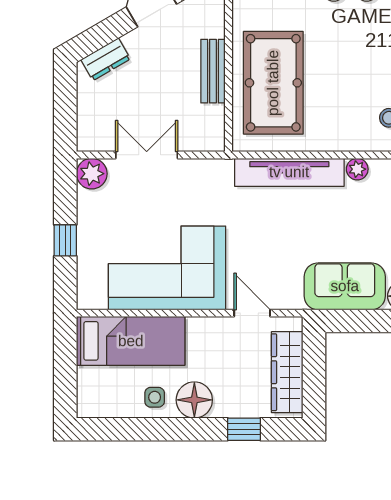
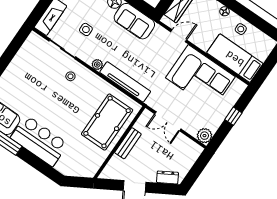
double door: (147, 155) -> (168, 121), moved
door: (252, 313) -> (179, 36), swing flipped
floor lamp: (194, 400) -> (225, 11), width x0.53, depth x0.53

